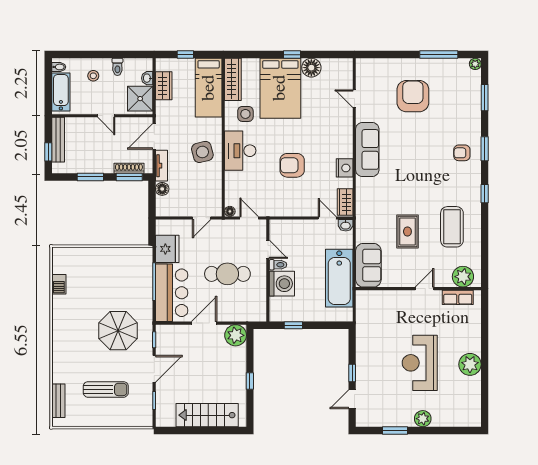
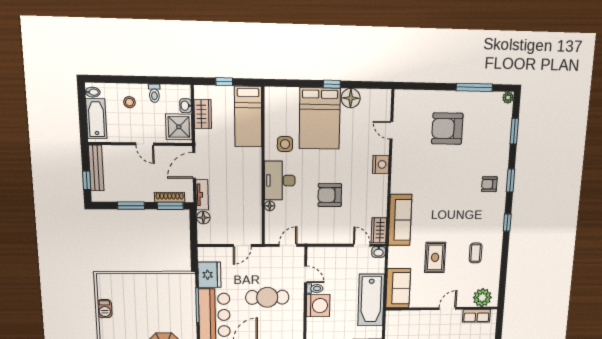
wardrobe: (233, 79) -> (273, 109), removed
armchair: (413, 96) -> (447, 129), turned -90
sofa: (367, 149) -> (400, 220), moved
side table: (202, 152) -> (243, 182), removed
nightstand: (345, 168) -> (381, 164), moved
floor lamp: (230, 211) -> (270, 206), moved
door: (249, 218) -> (288, 245), hinge flipped
coffee table: (452, 227) -> (476, 253), width x0.54, depth x0.58

